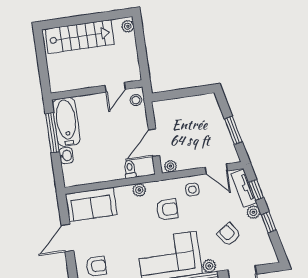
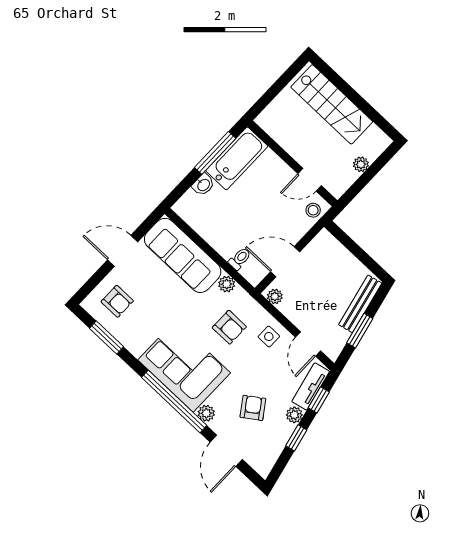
plant: (128, 26) -> (361, 164), moved
bench: (217, 117) -> (360, 304), added
sofa: (91, 204) -> (183, 255), width x1.36

